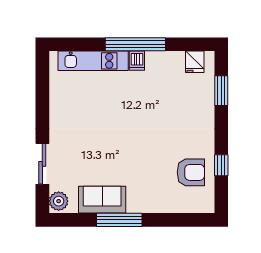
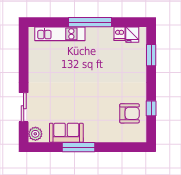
dishwasher: (137, 61) -> (119, 34), moved

